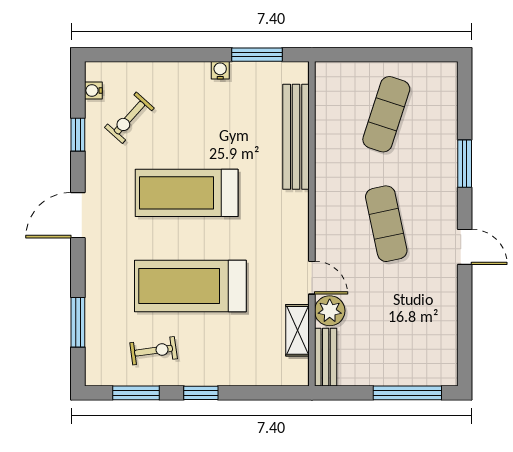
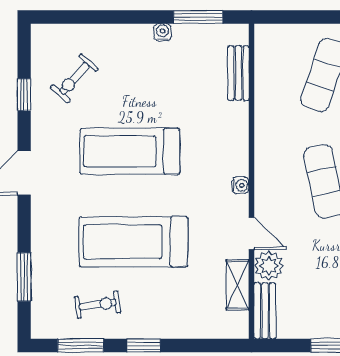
water cooler: (93, 90) -> (240, 185), moved, turned 180
bench: (296, 137) -> (238, 73), width x0.54, depth x0.82

